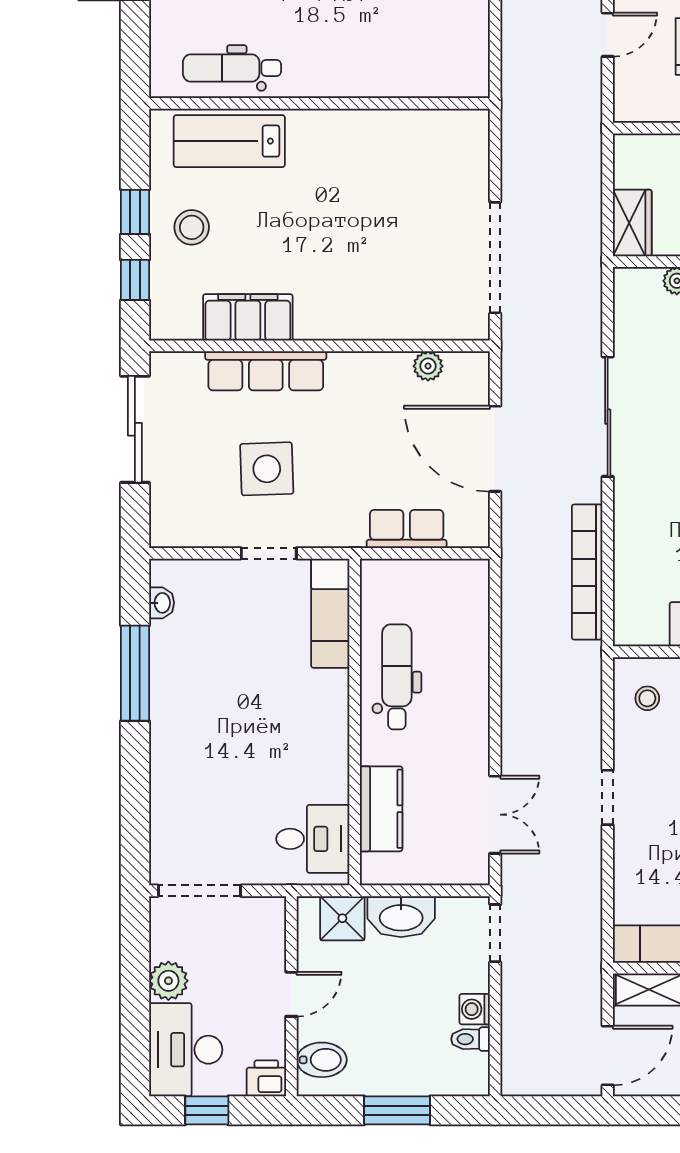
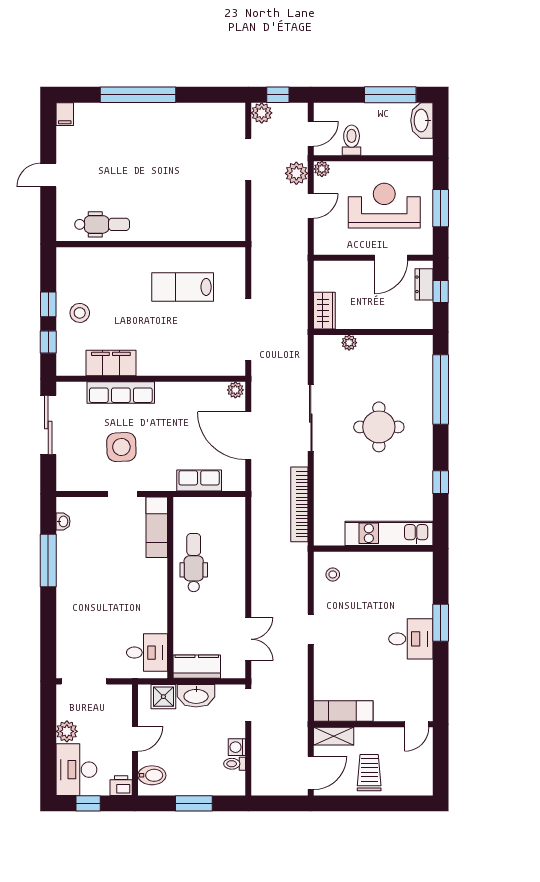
dental chair: (232, 68) -> (102, 224), turned 180
lab bench: (229, 141) -> (183, 287), moved
plant: (428, 366) -> (235, 390), moved
kitchen counter: (381, 809) -> (197, 667), moved, turned -90

